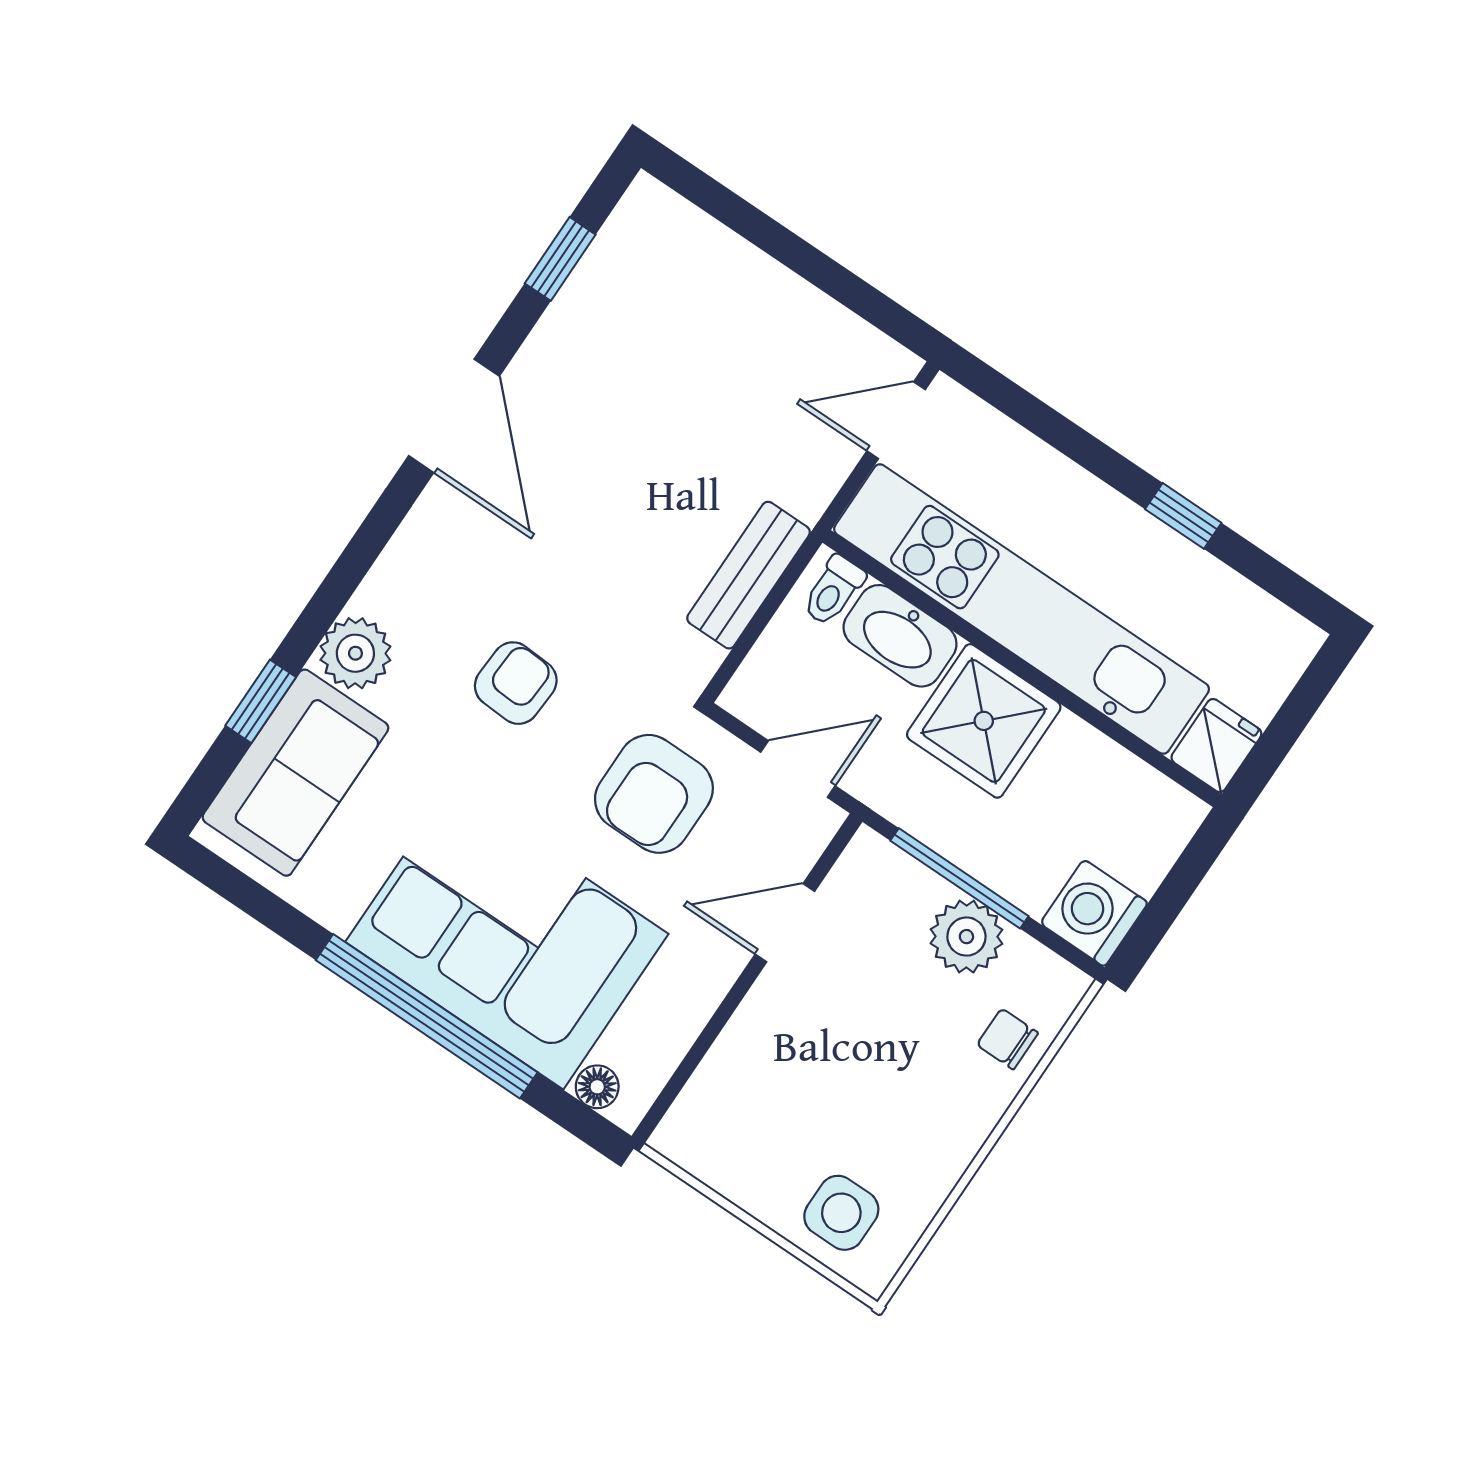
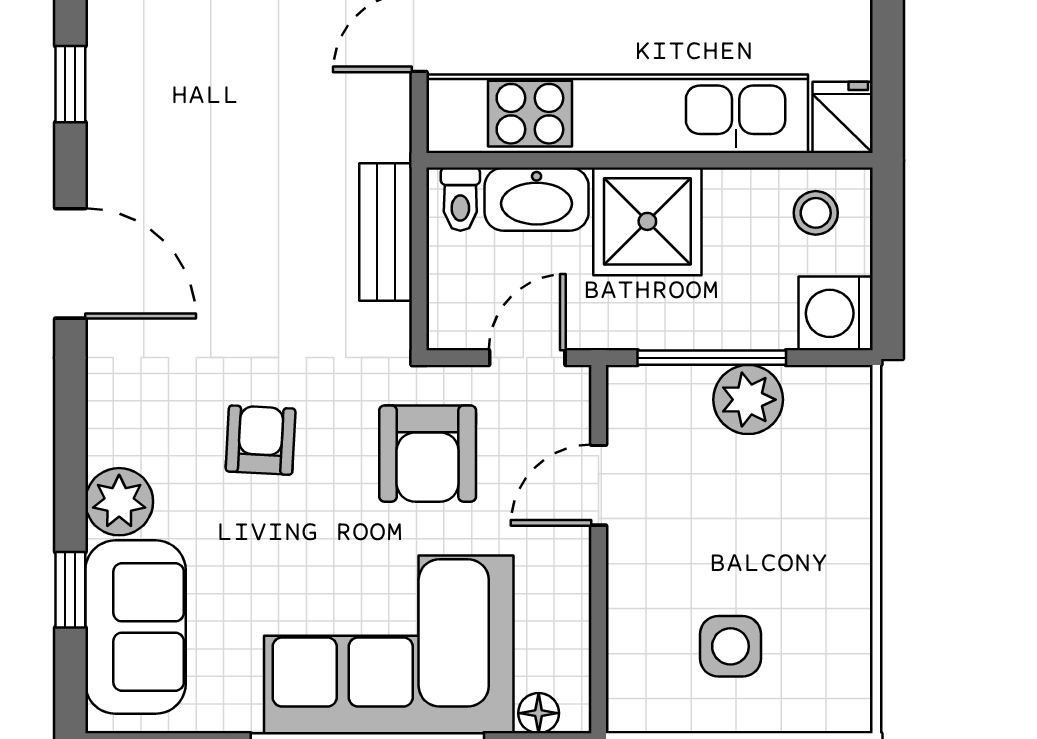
stool: (1136, 813) -> (816, 213), added
chair: (1007, 1039) -> (835, 458), removed
side table: (841, 1213) -> (730, 646), moved

